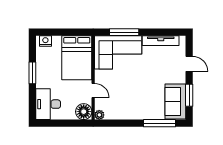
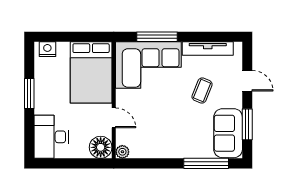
coffee table: (157, 71) -> (202, 91), added

